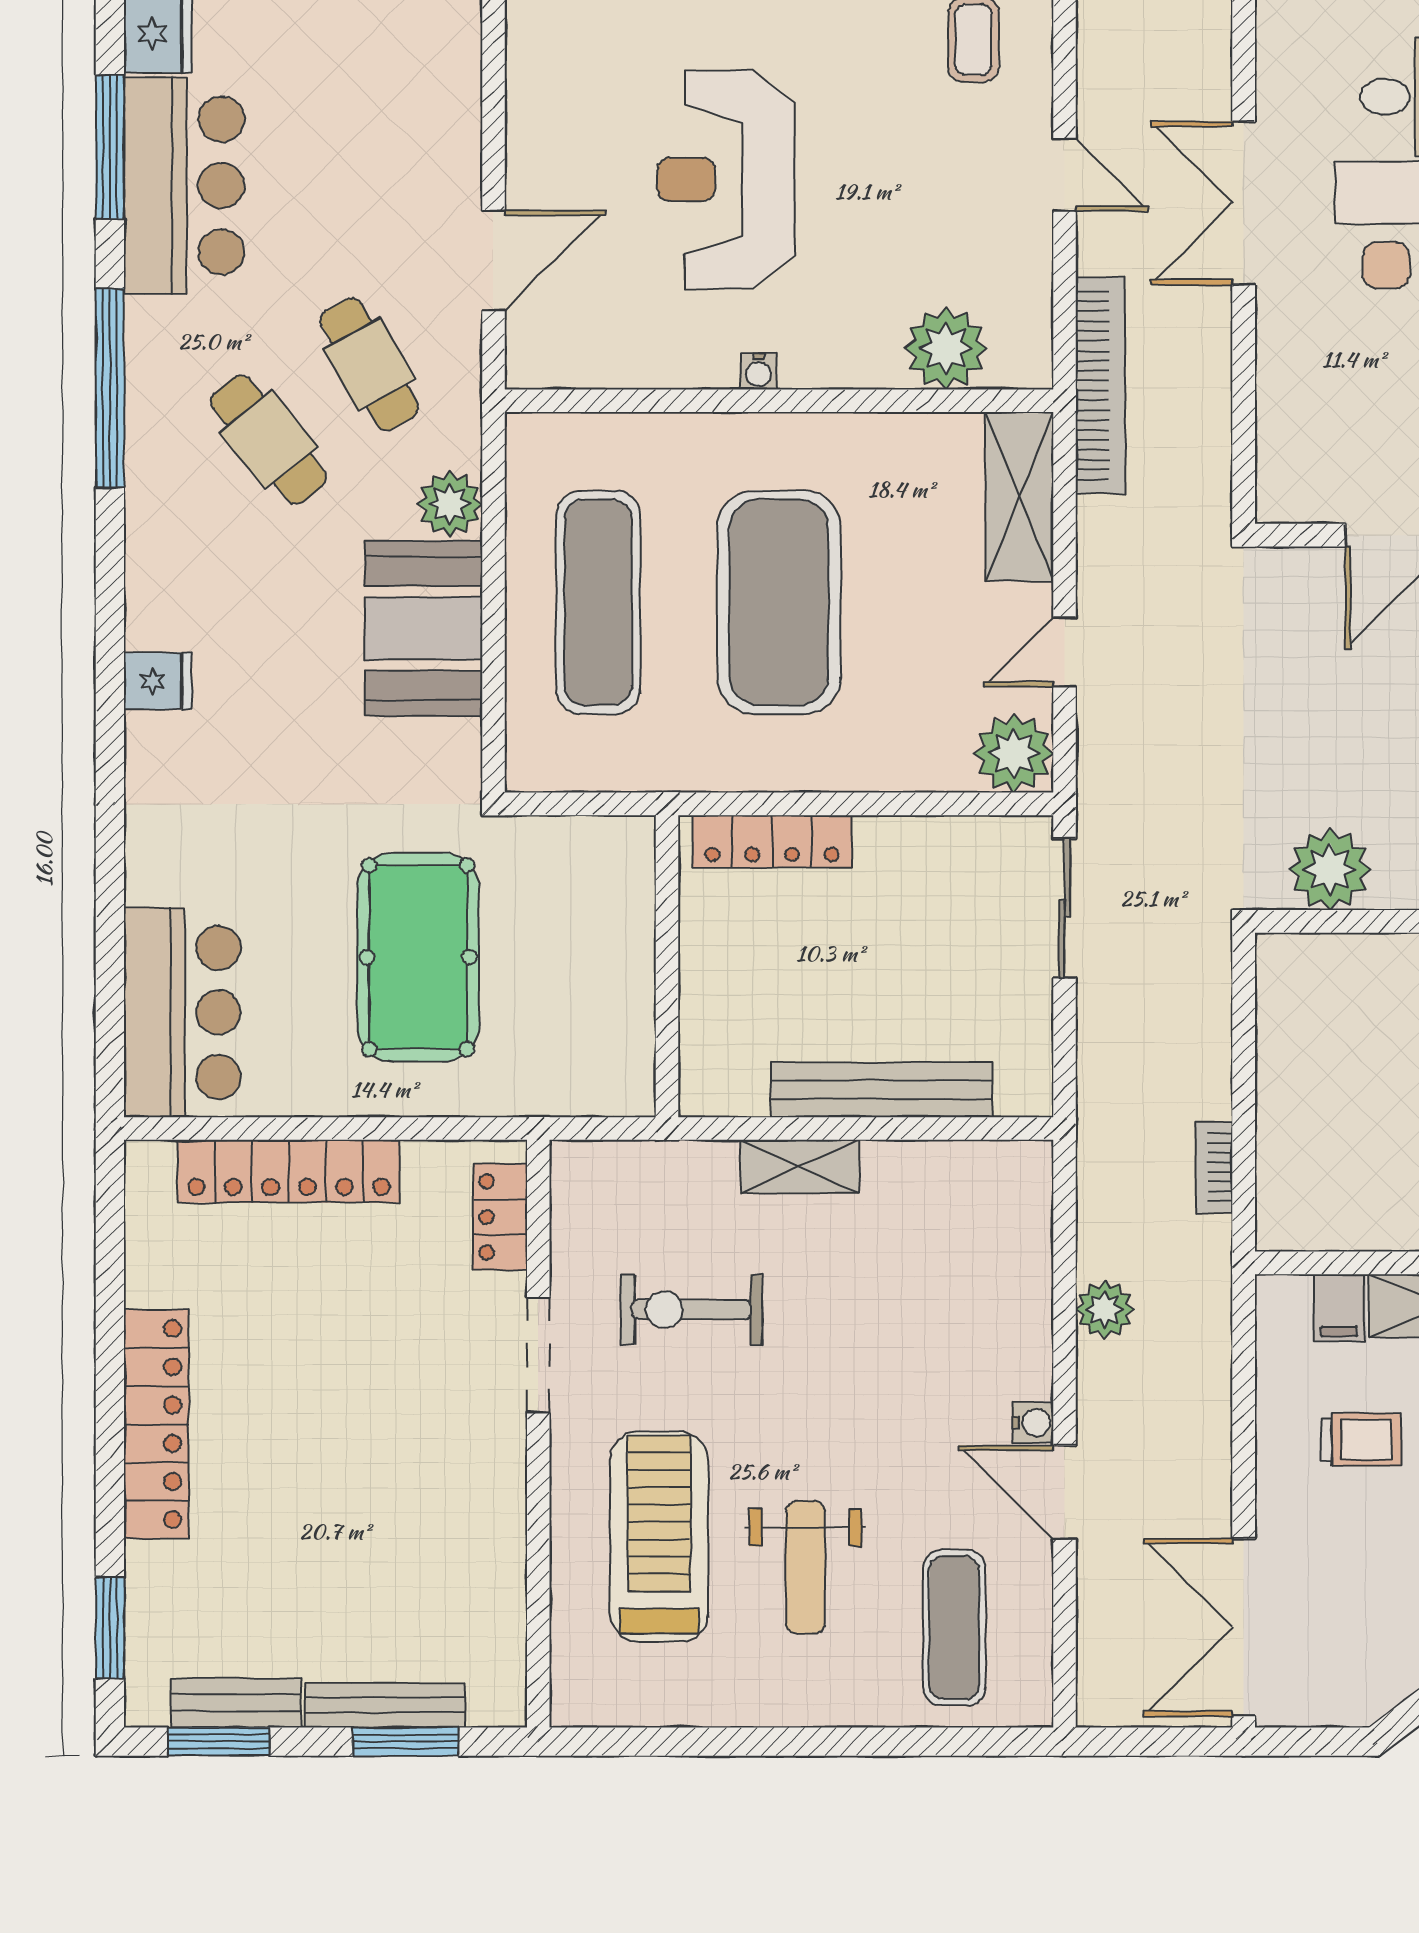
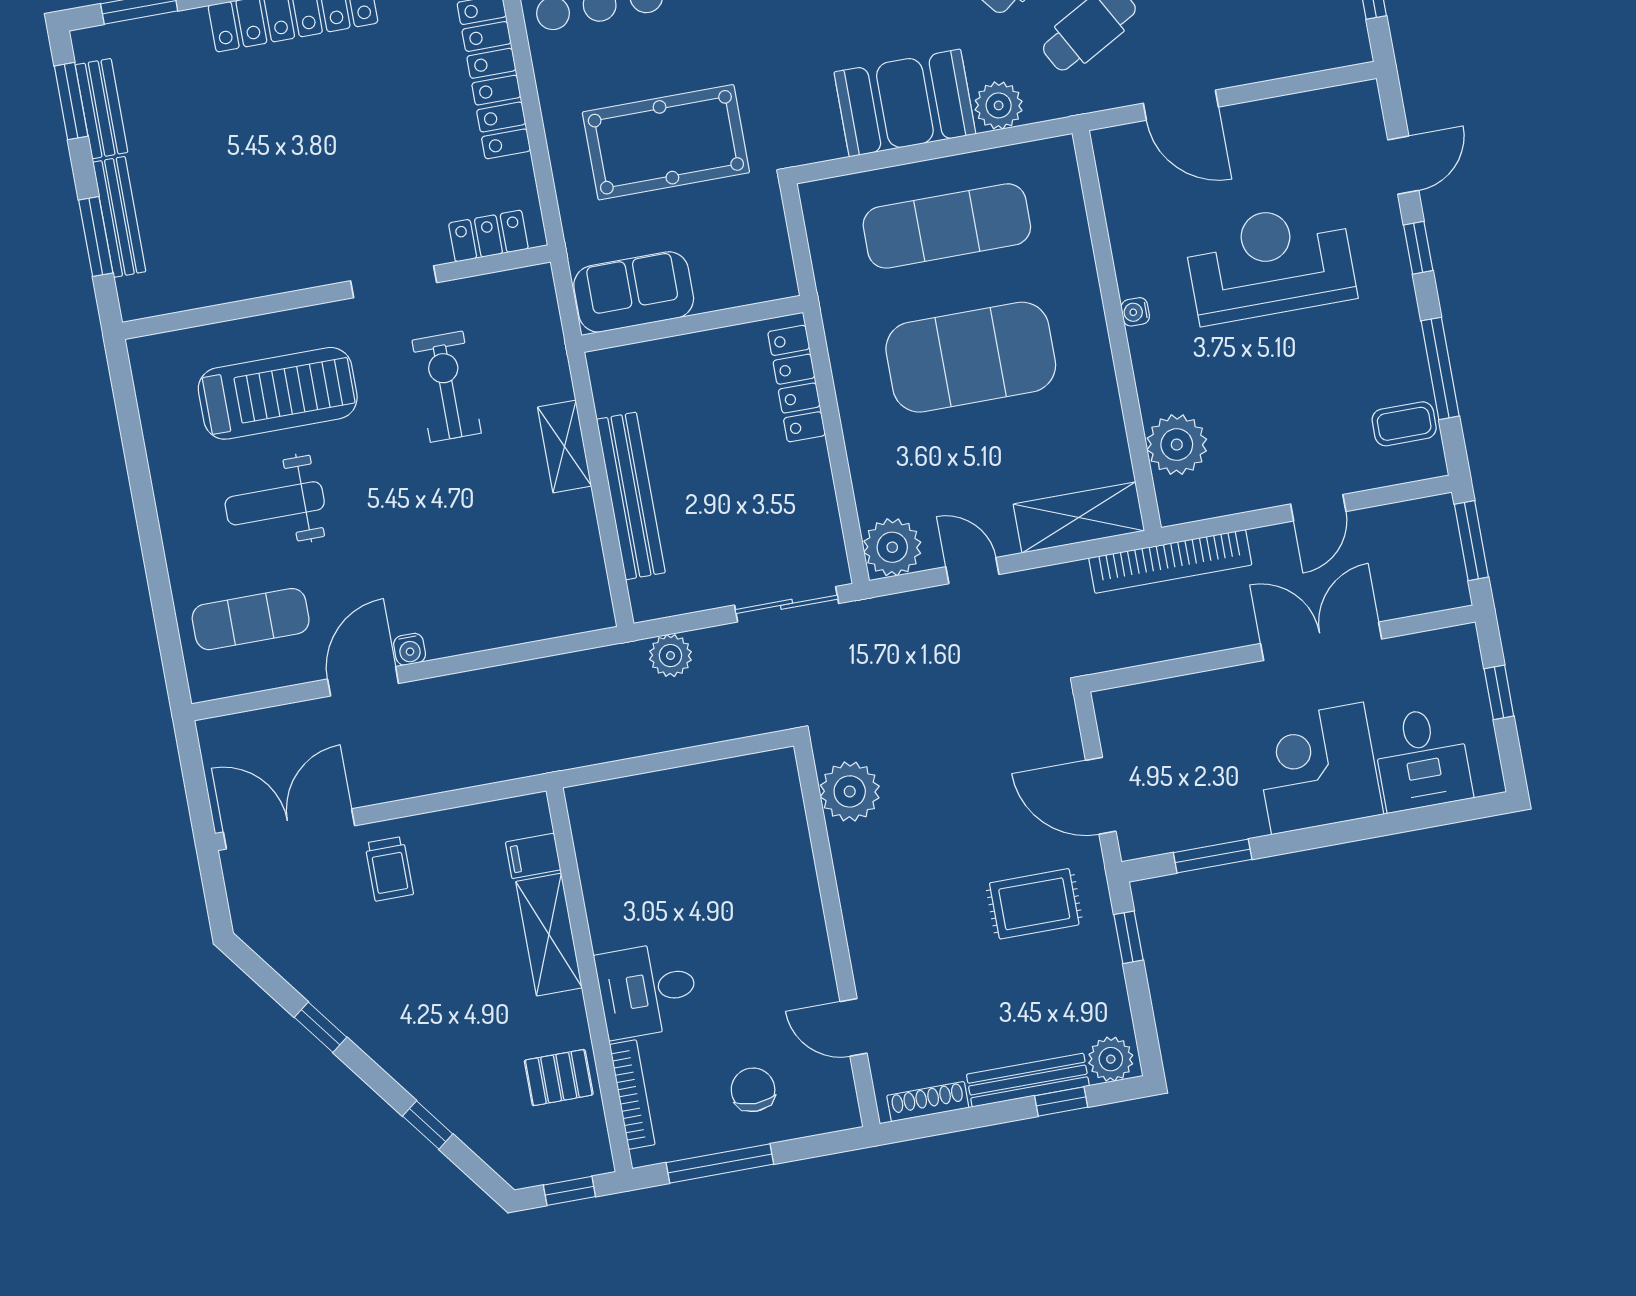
sofa: (610, 1037) -> (634, 292), added
bookcase: (1214, 1167) -> (619, 747), removed
plant: (1105, 1309) -> (670, 656), moved
trolley: (1361, 1440) -> (389, 869), moved

